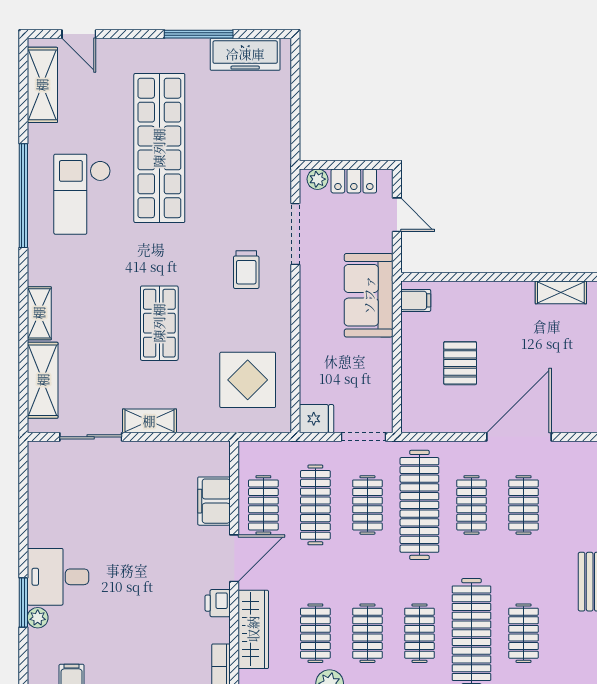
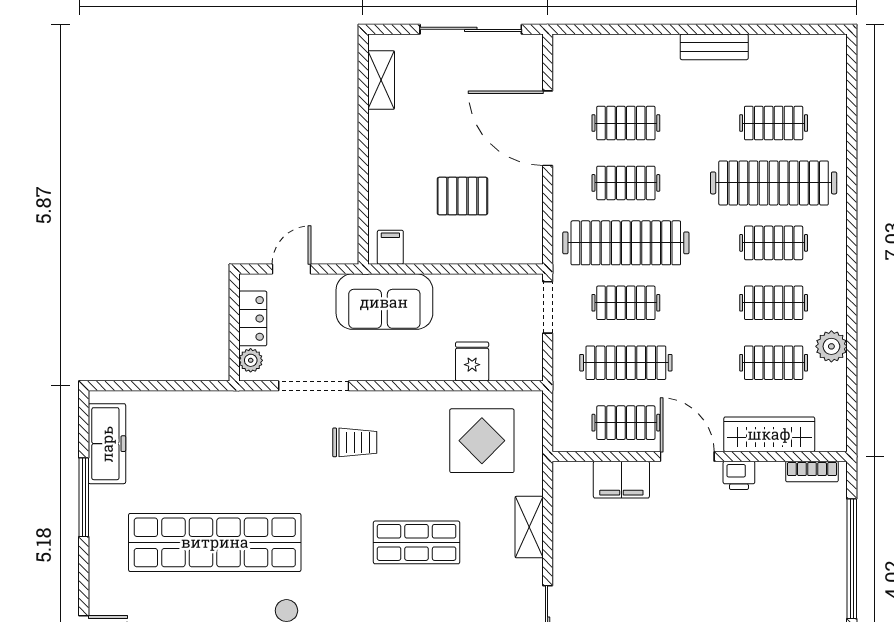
fridge: (316, 419) -> (472, 362), moved
shelving: (149, 421) -> (529, 527), moved

